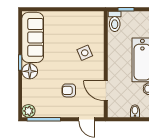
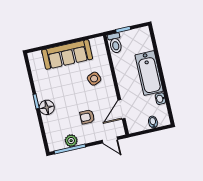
sofa: (33, 37) -> (67, 54), moved, turned 90
door: (106, 91) -> (121, 109), hinge flipped
plant: (28, 111) -> (71, 141), moved

